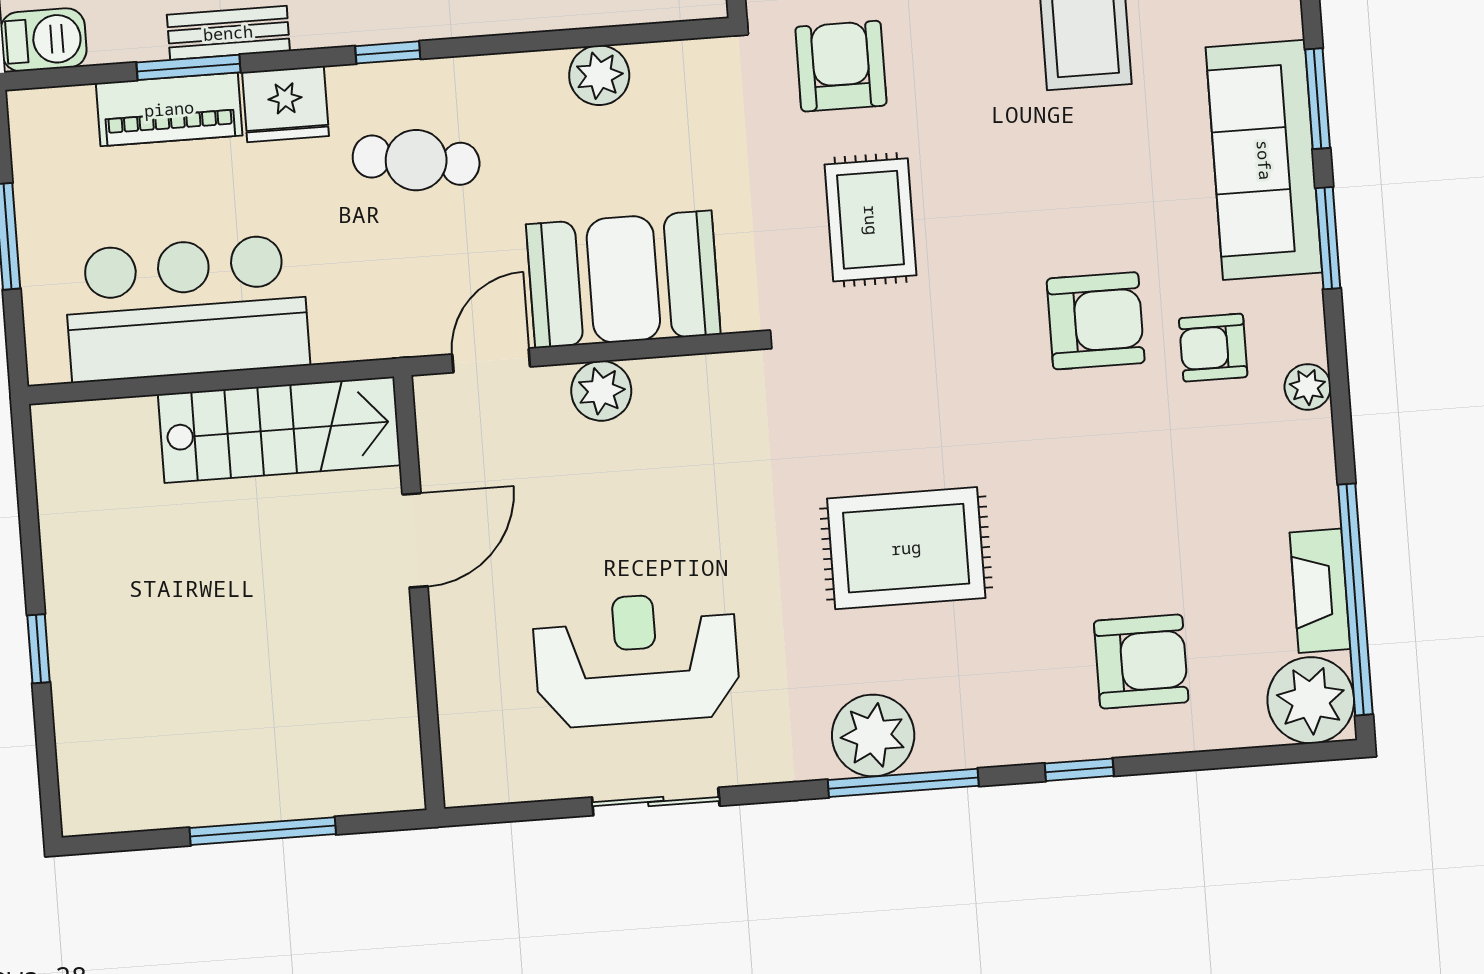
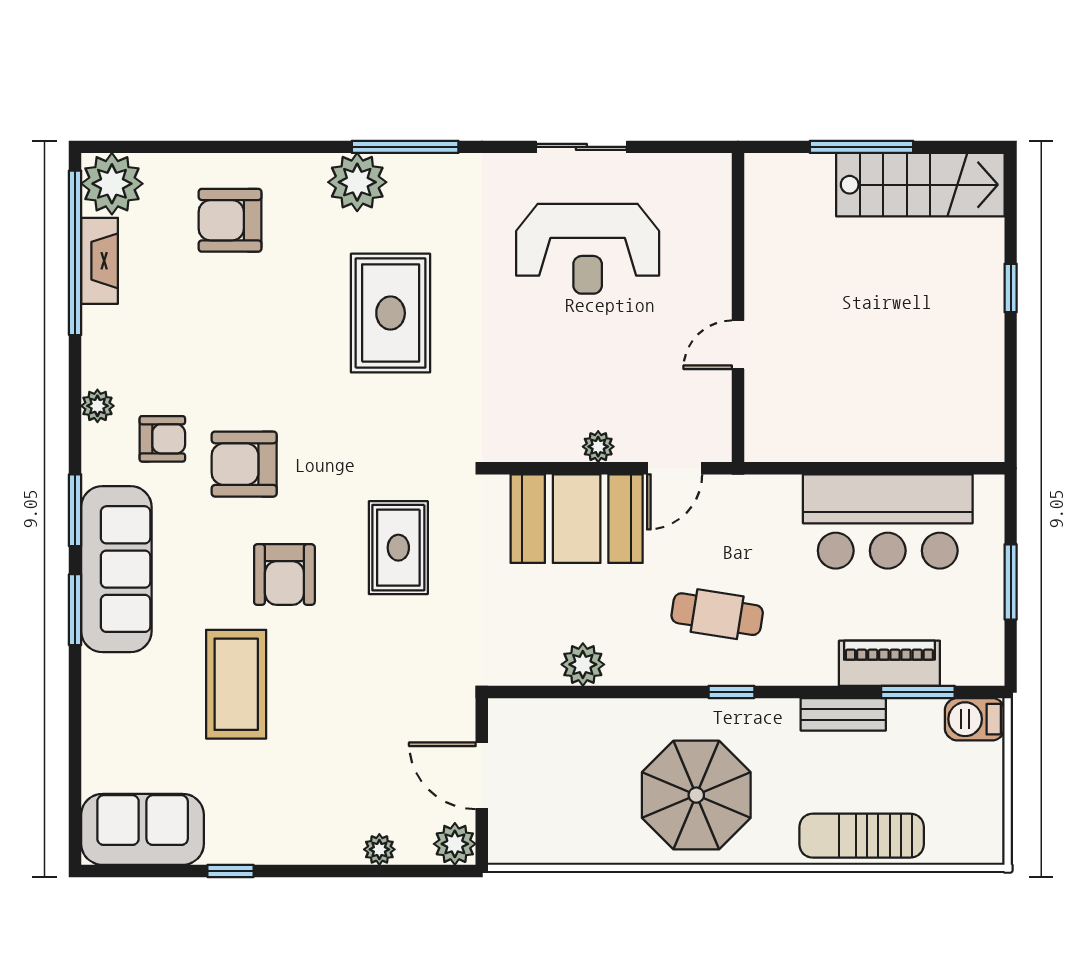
armchair: (841, 66) -> (284, 575), moved
window: (188, 67) -> (918, 692), moved
fridge: (286, 104) -> (807, 661), removed
plant: (601, 391) -> (598, 447), width x0.73, depth x0.73
stairs: (279, 430) -> (920, 185), moved, turned 180
door: (415, 540) -> (738, 345), width x0.73
rug: (906, 548) -> (391, 313), turned 90
plant: (873, 735) -> (357, 182), moved
window: (1079, 770) -> (280, 147), removed

